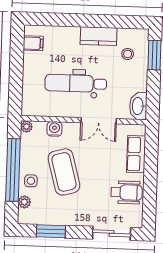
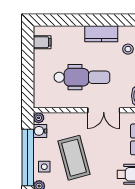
dental chair: (76, 83) -> (82, 77), turned 180
water cooler: (54, 129) -> (40, 131), moved, turned -90

